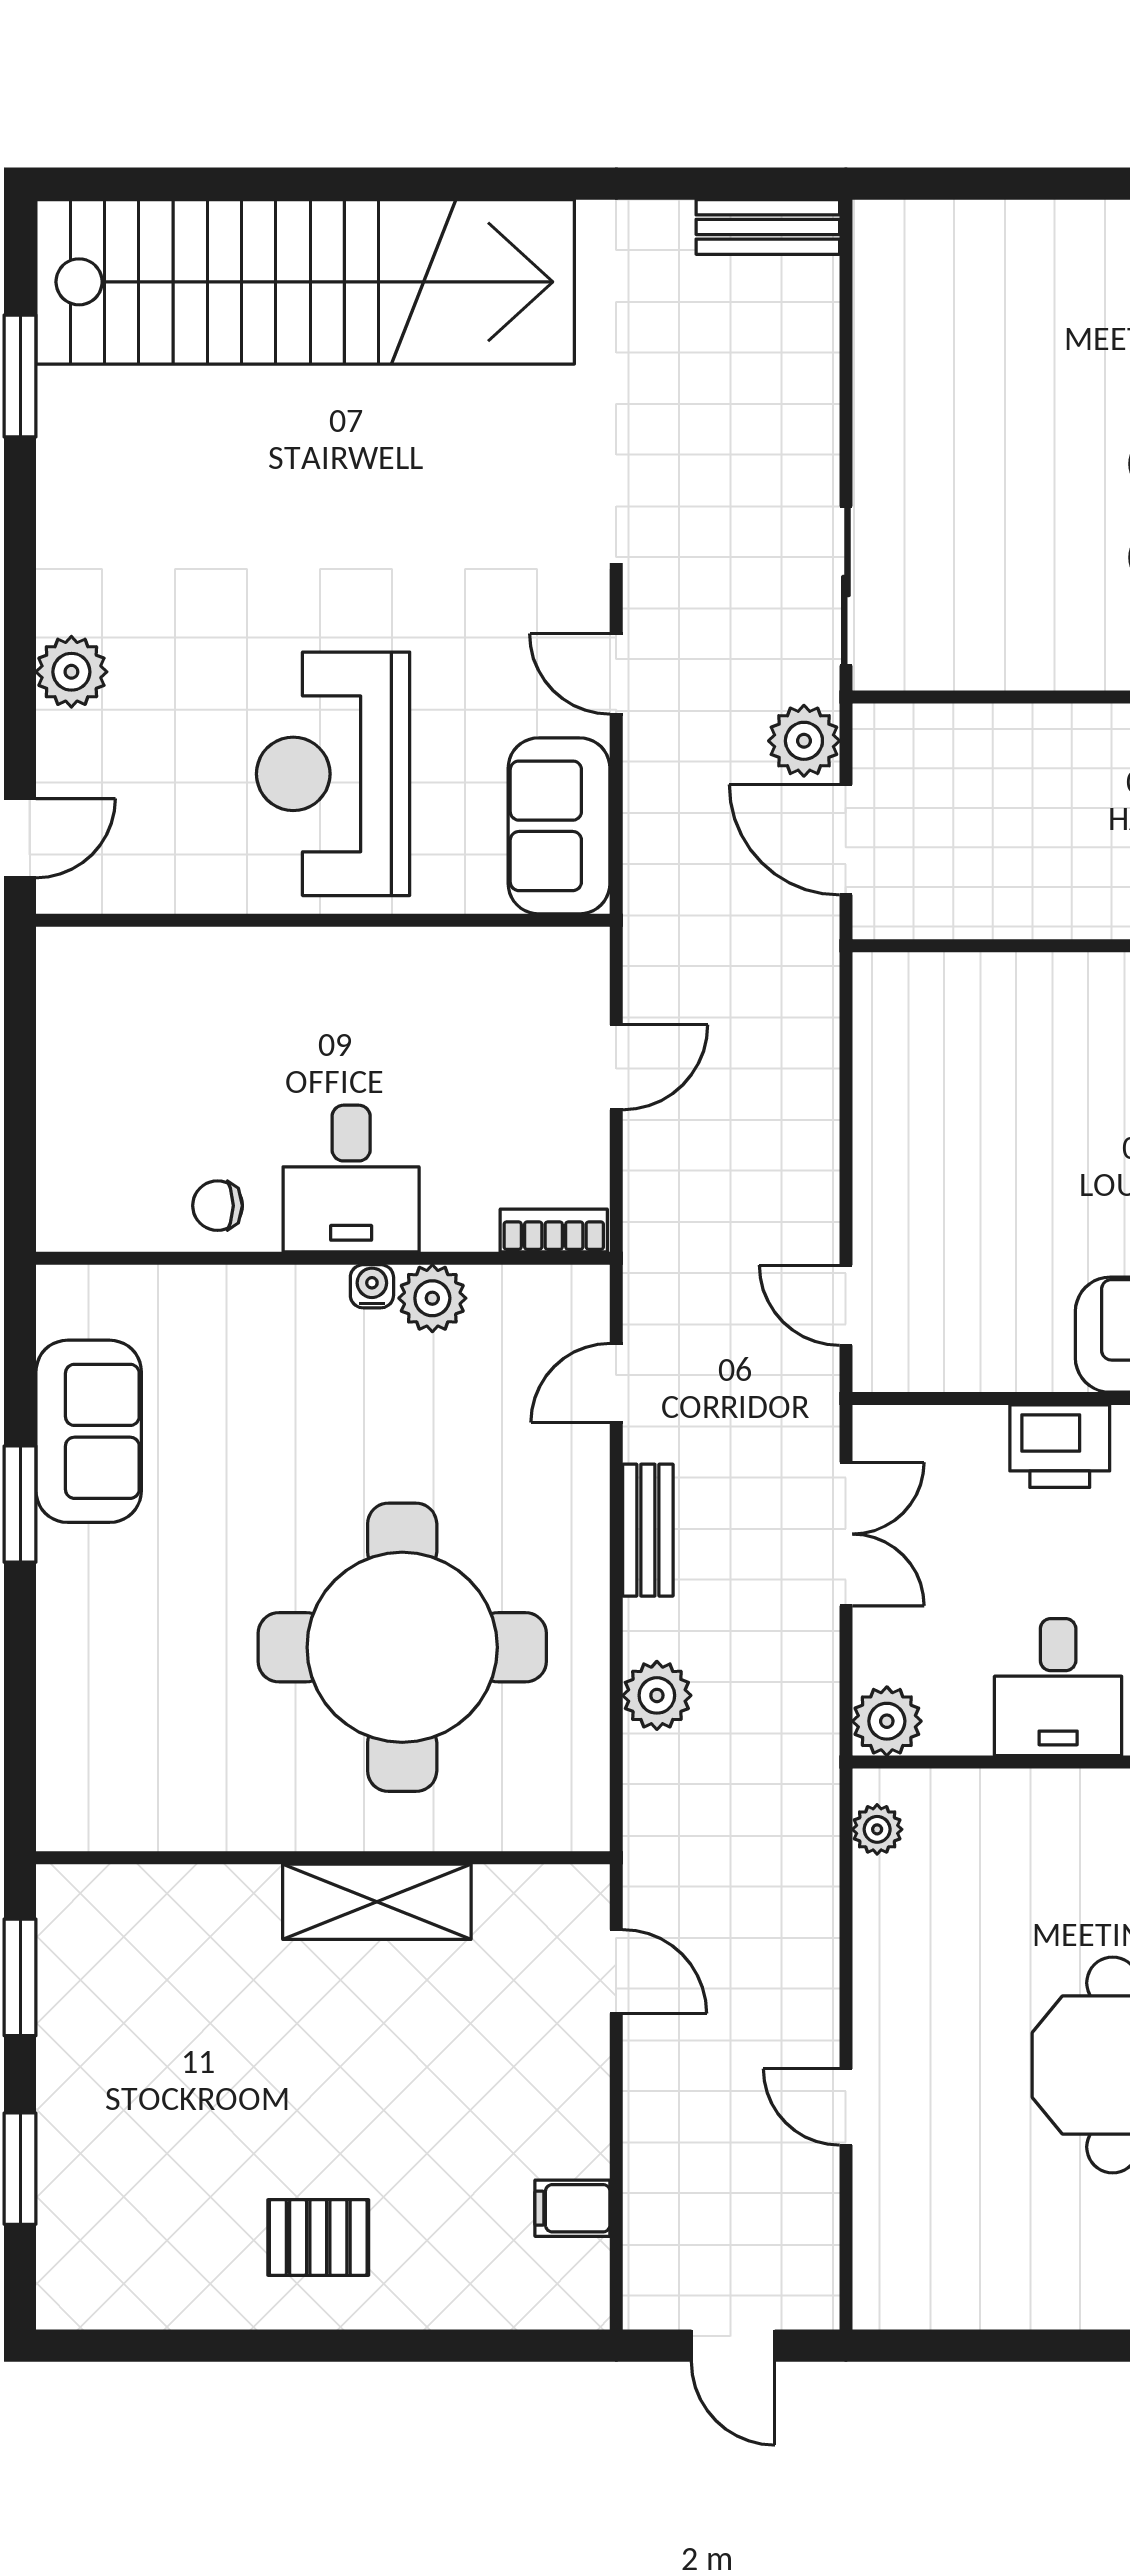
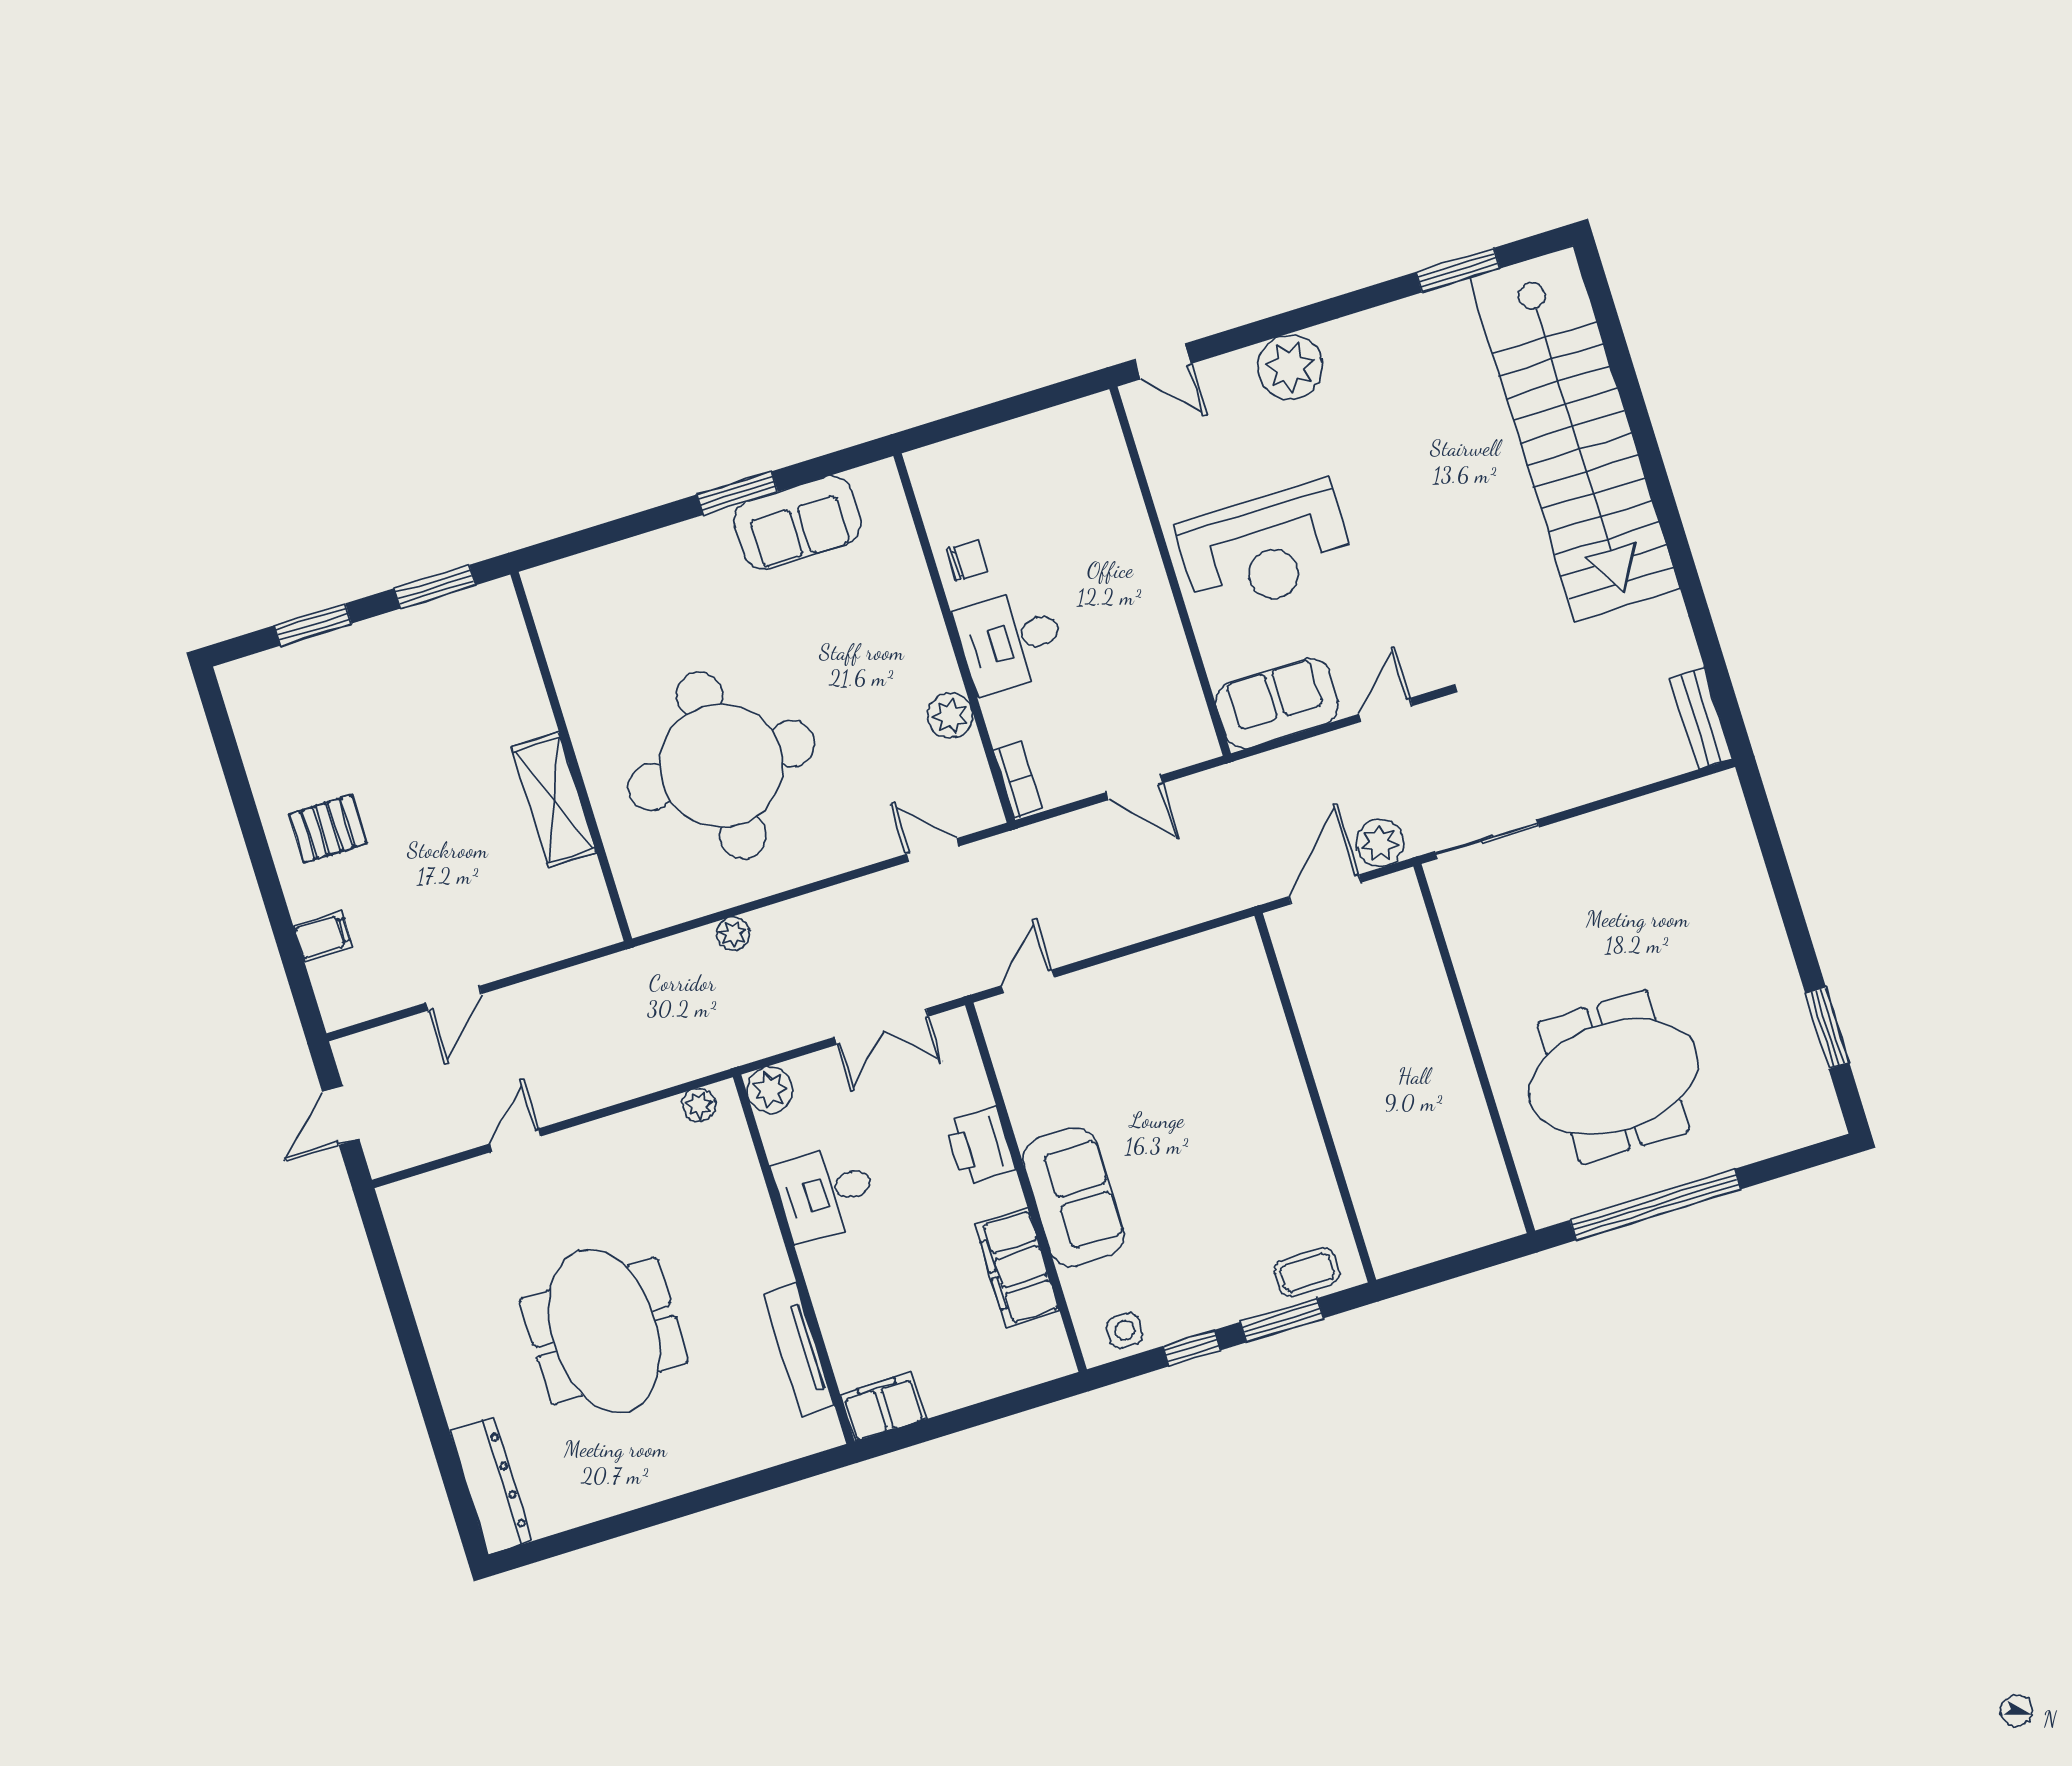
plant: (71, 672) -> (1290, 367), width x1.36, depth x1.36
reception desk: (333, 774) -> (1266, 549), turned 180
chair: (218, 1206) -> (967, 560), turned 90
water cooler: (372, 1286) -> (946, 675), removed
bench: (648, 1530) -> (845, 899), removed
plant: (657, 1695) -> (733, 934), width x0.73, depth x0.73
door: (616, 1971) -> (454, 998), moved
filing cabinet: (572, 2208) -> (323, 936), moved, turned 90
pallet: (318, 2237) -> (328, 829), turned 90

